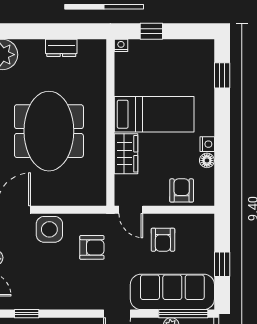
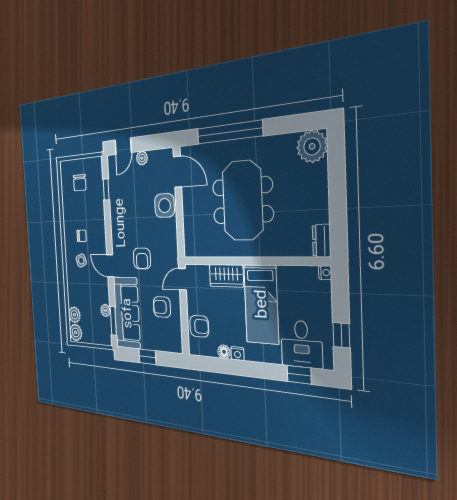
window: (151, 31) -> (341, 335), moved
dresser: (61, 48) -> (322, 241), moved
desk: (191, 72) -> (301, 344), added
meeting table: (49, 131) -> (242, 201), turned 90
armchair: (92, 247) -> (142, 259), moved
window: (183, 314) -> (113, 321), width x0.69

